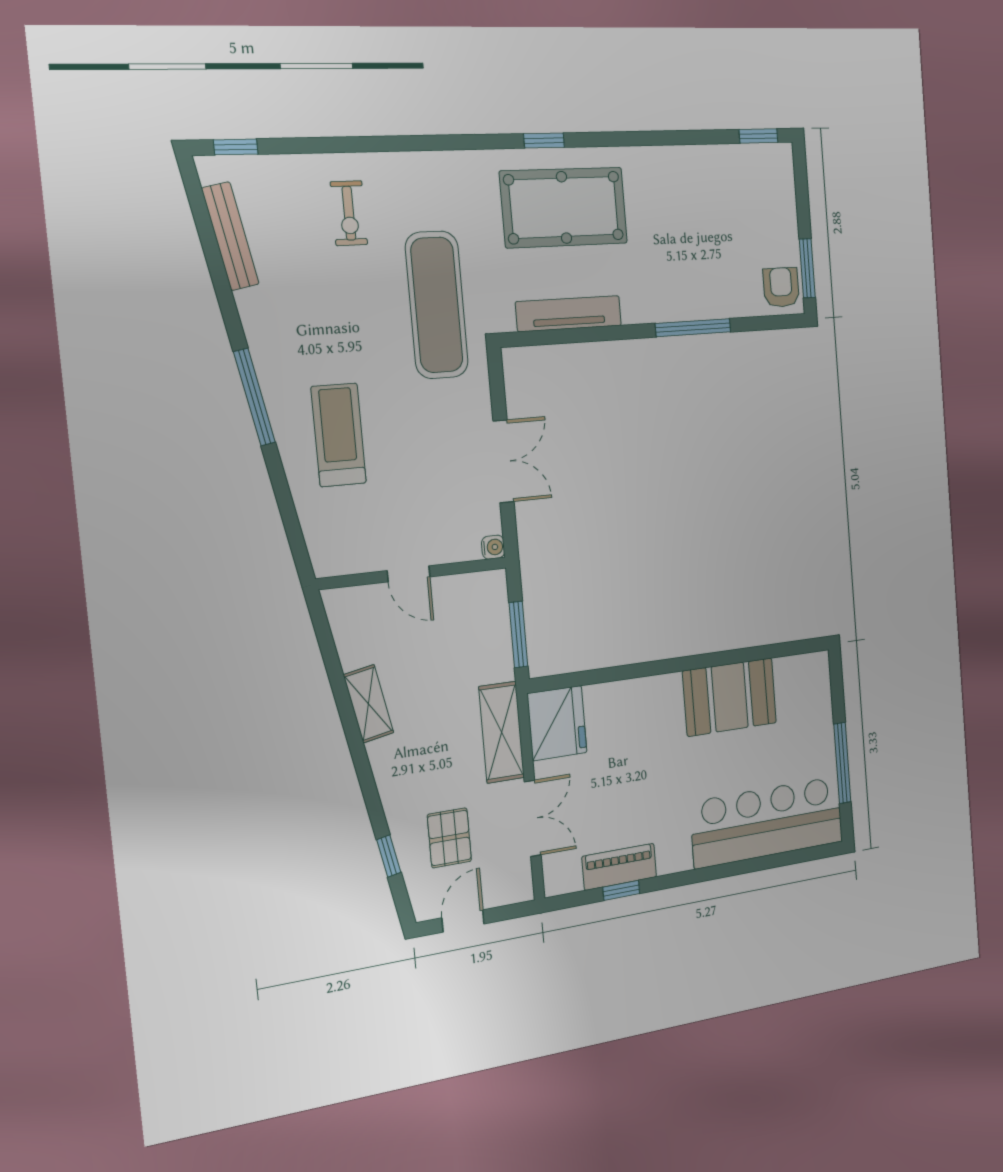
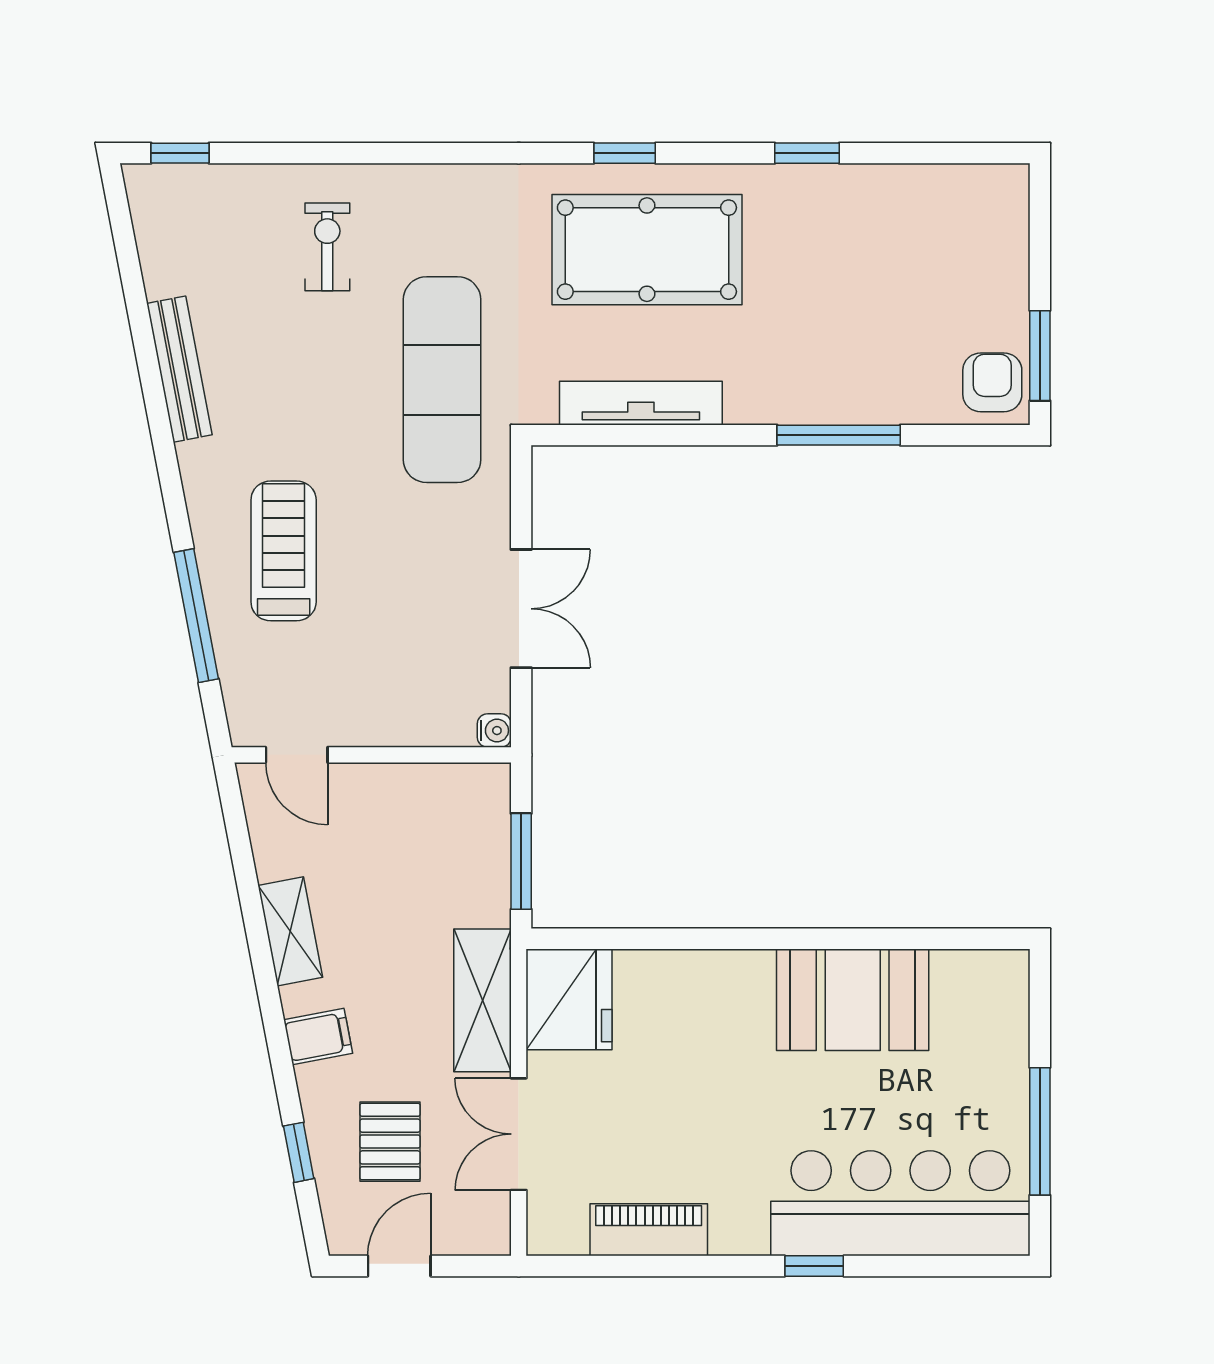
window: (758, 136) -> (807, 153), moved
exercise bike: (349, 213) -> (327, 247), turned 180
bench: (230, 236) -> (179, 369), moved
window: (254, 397) -> (196, 616), moved
door: (409, 574) -> (297, 755), moved
filing cabinet: (394, 774) -> (318, 1037), added
double door: (533, 818) -> (519, 1134), swing flipped
window: (621, 890) -> (814, 1266), moved

